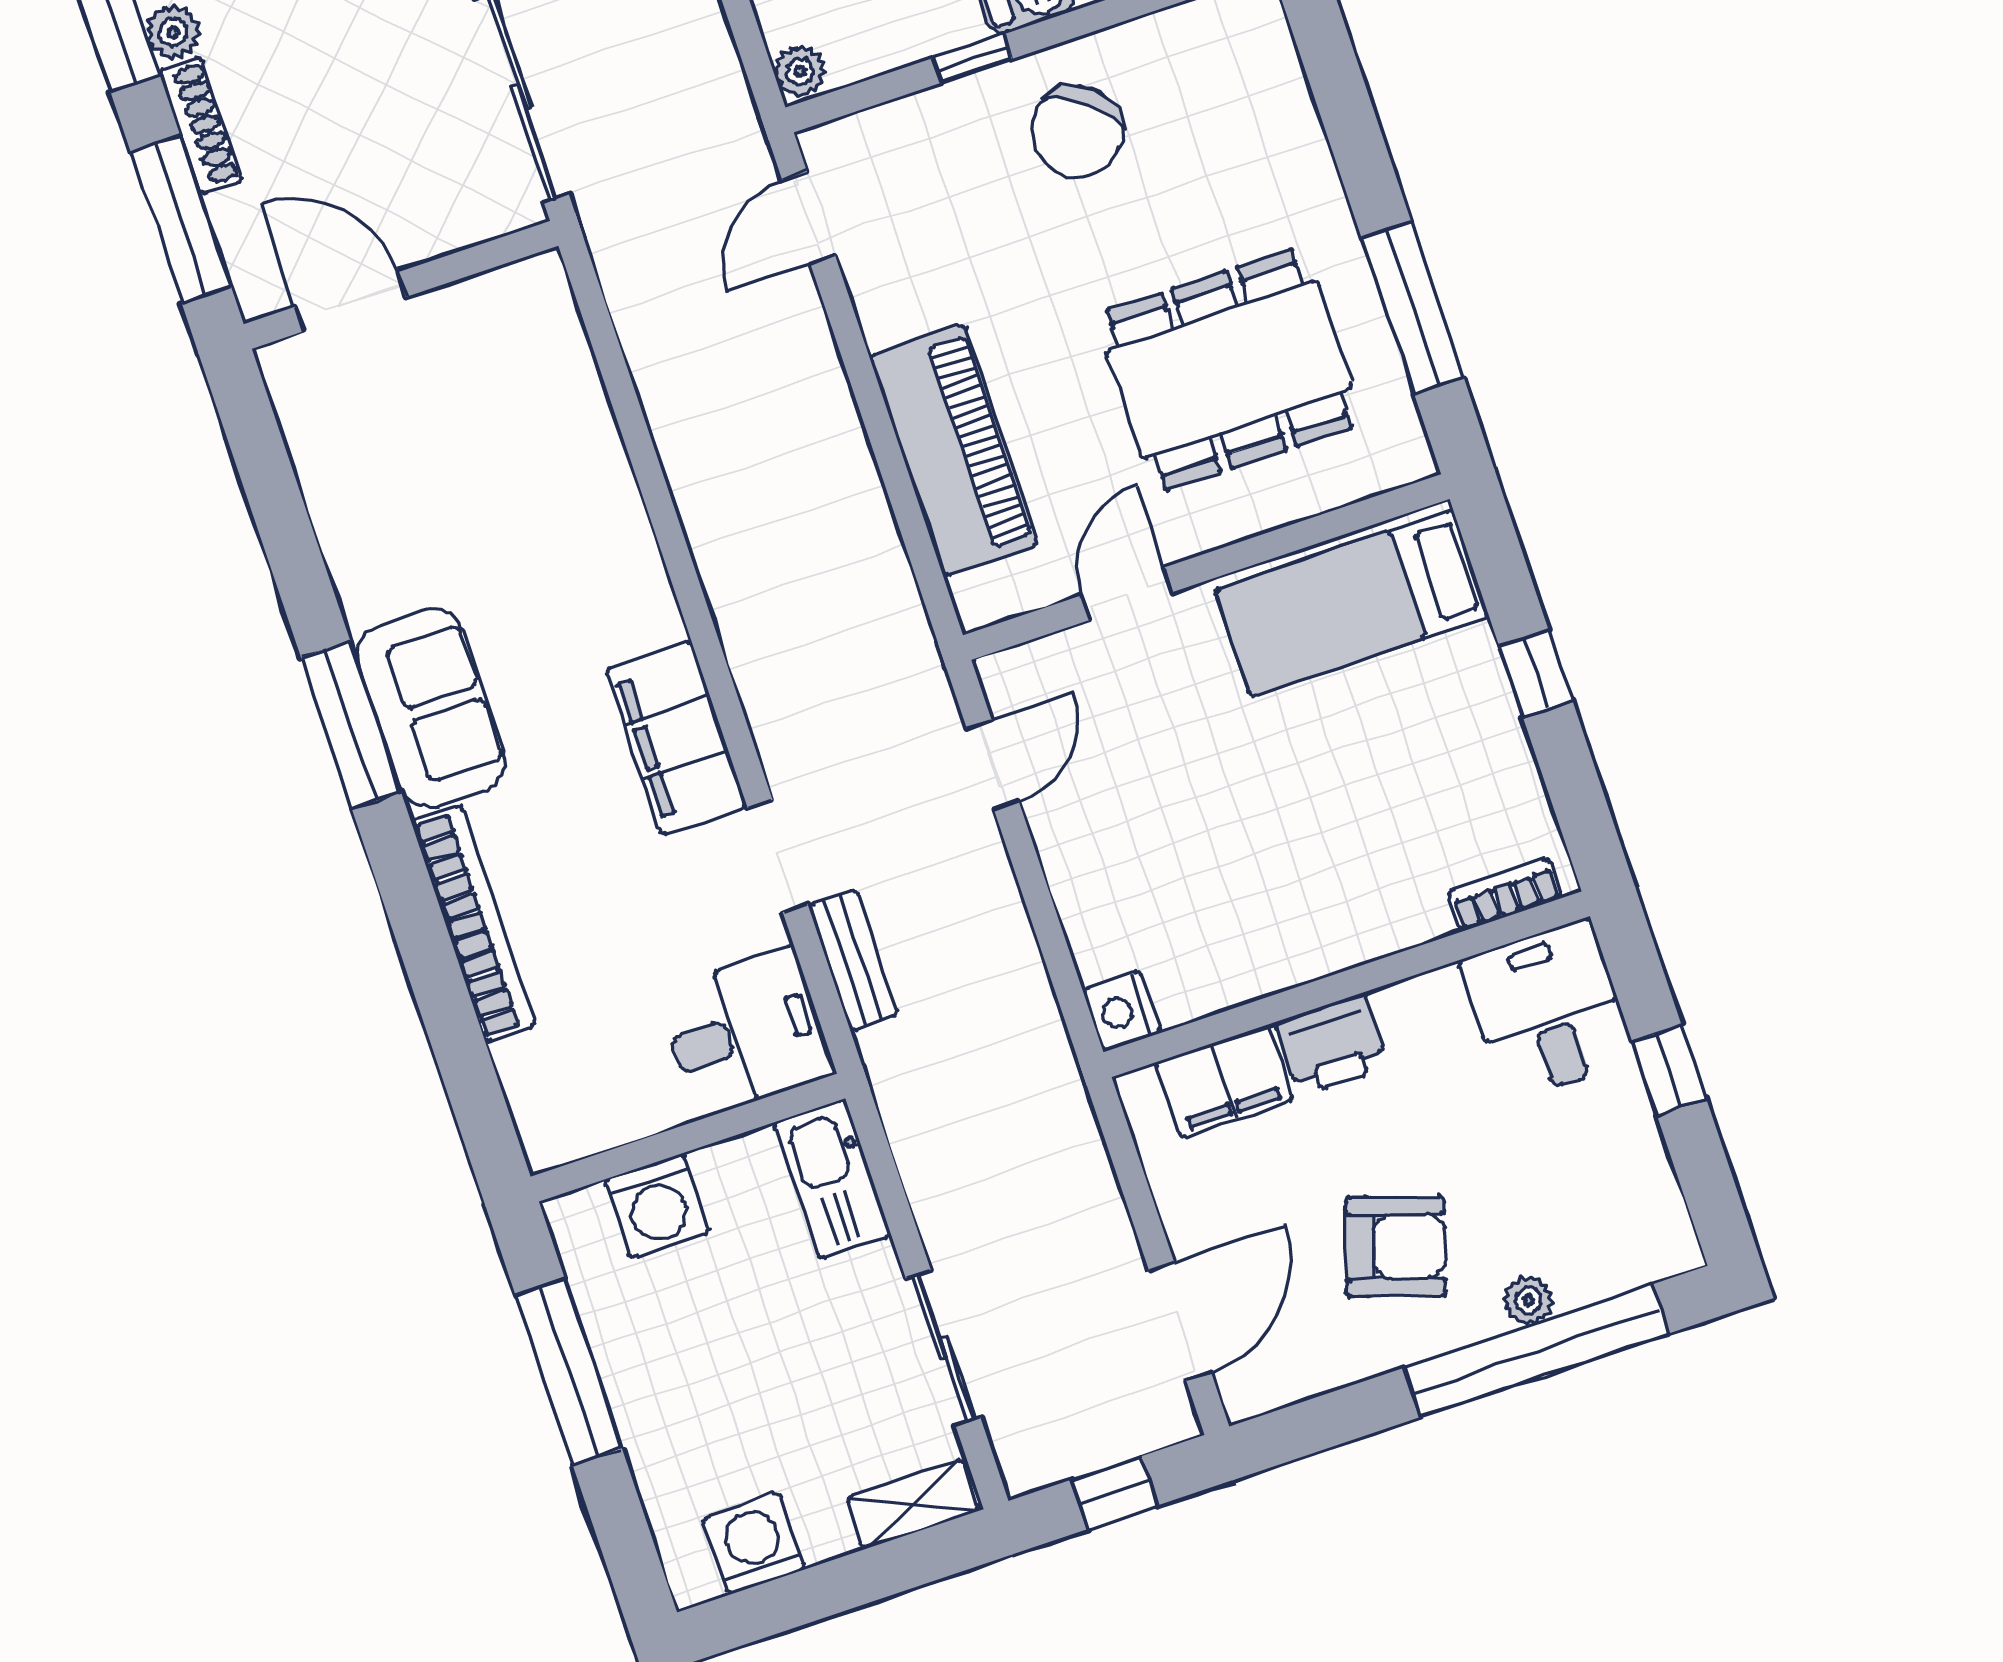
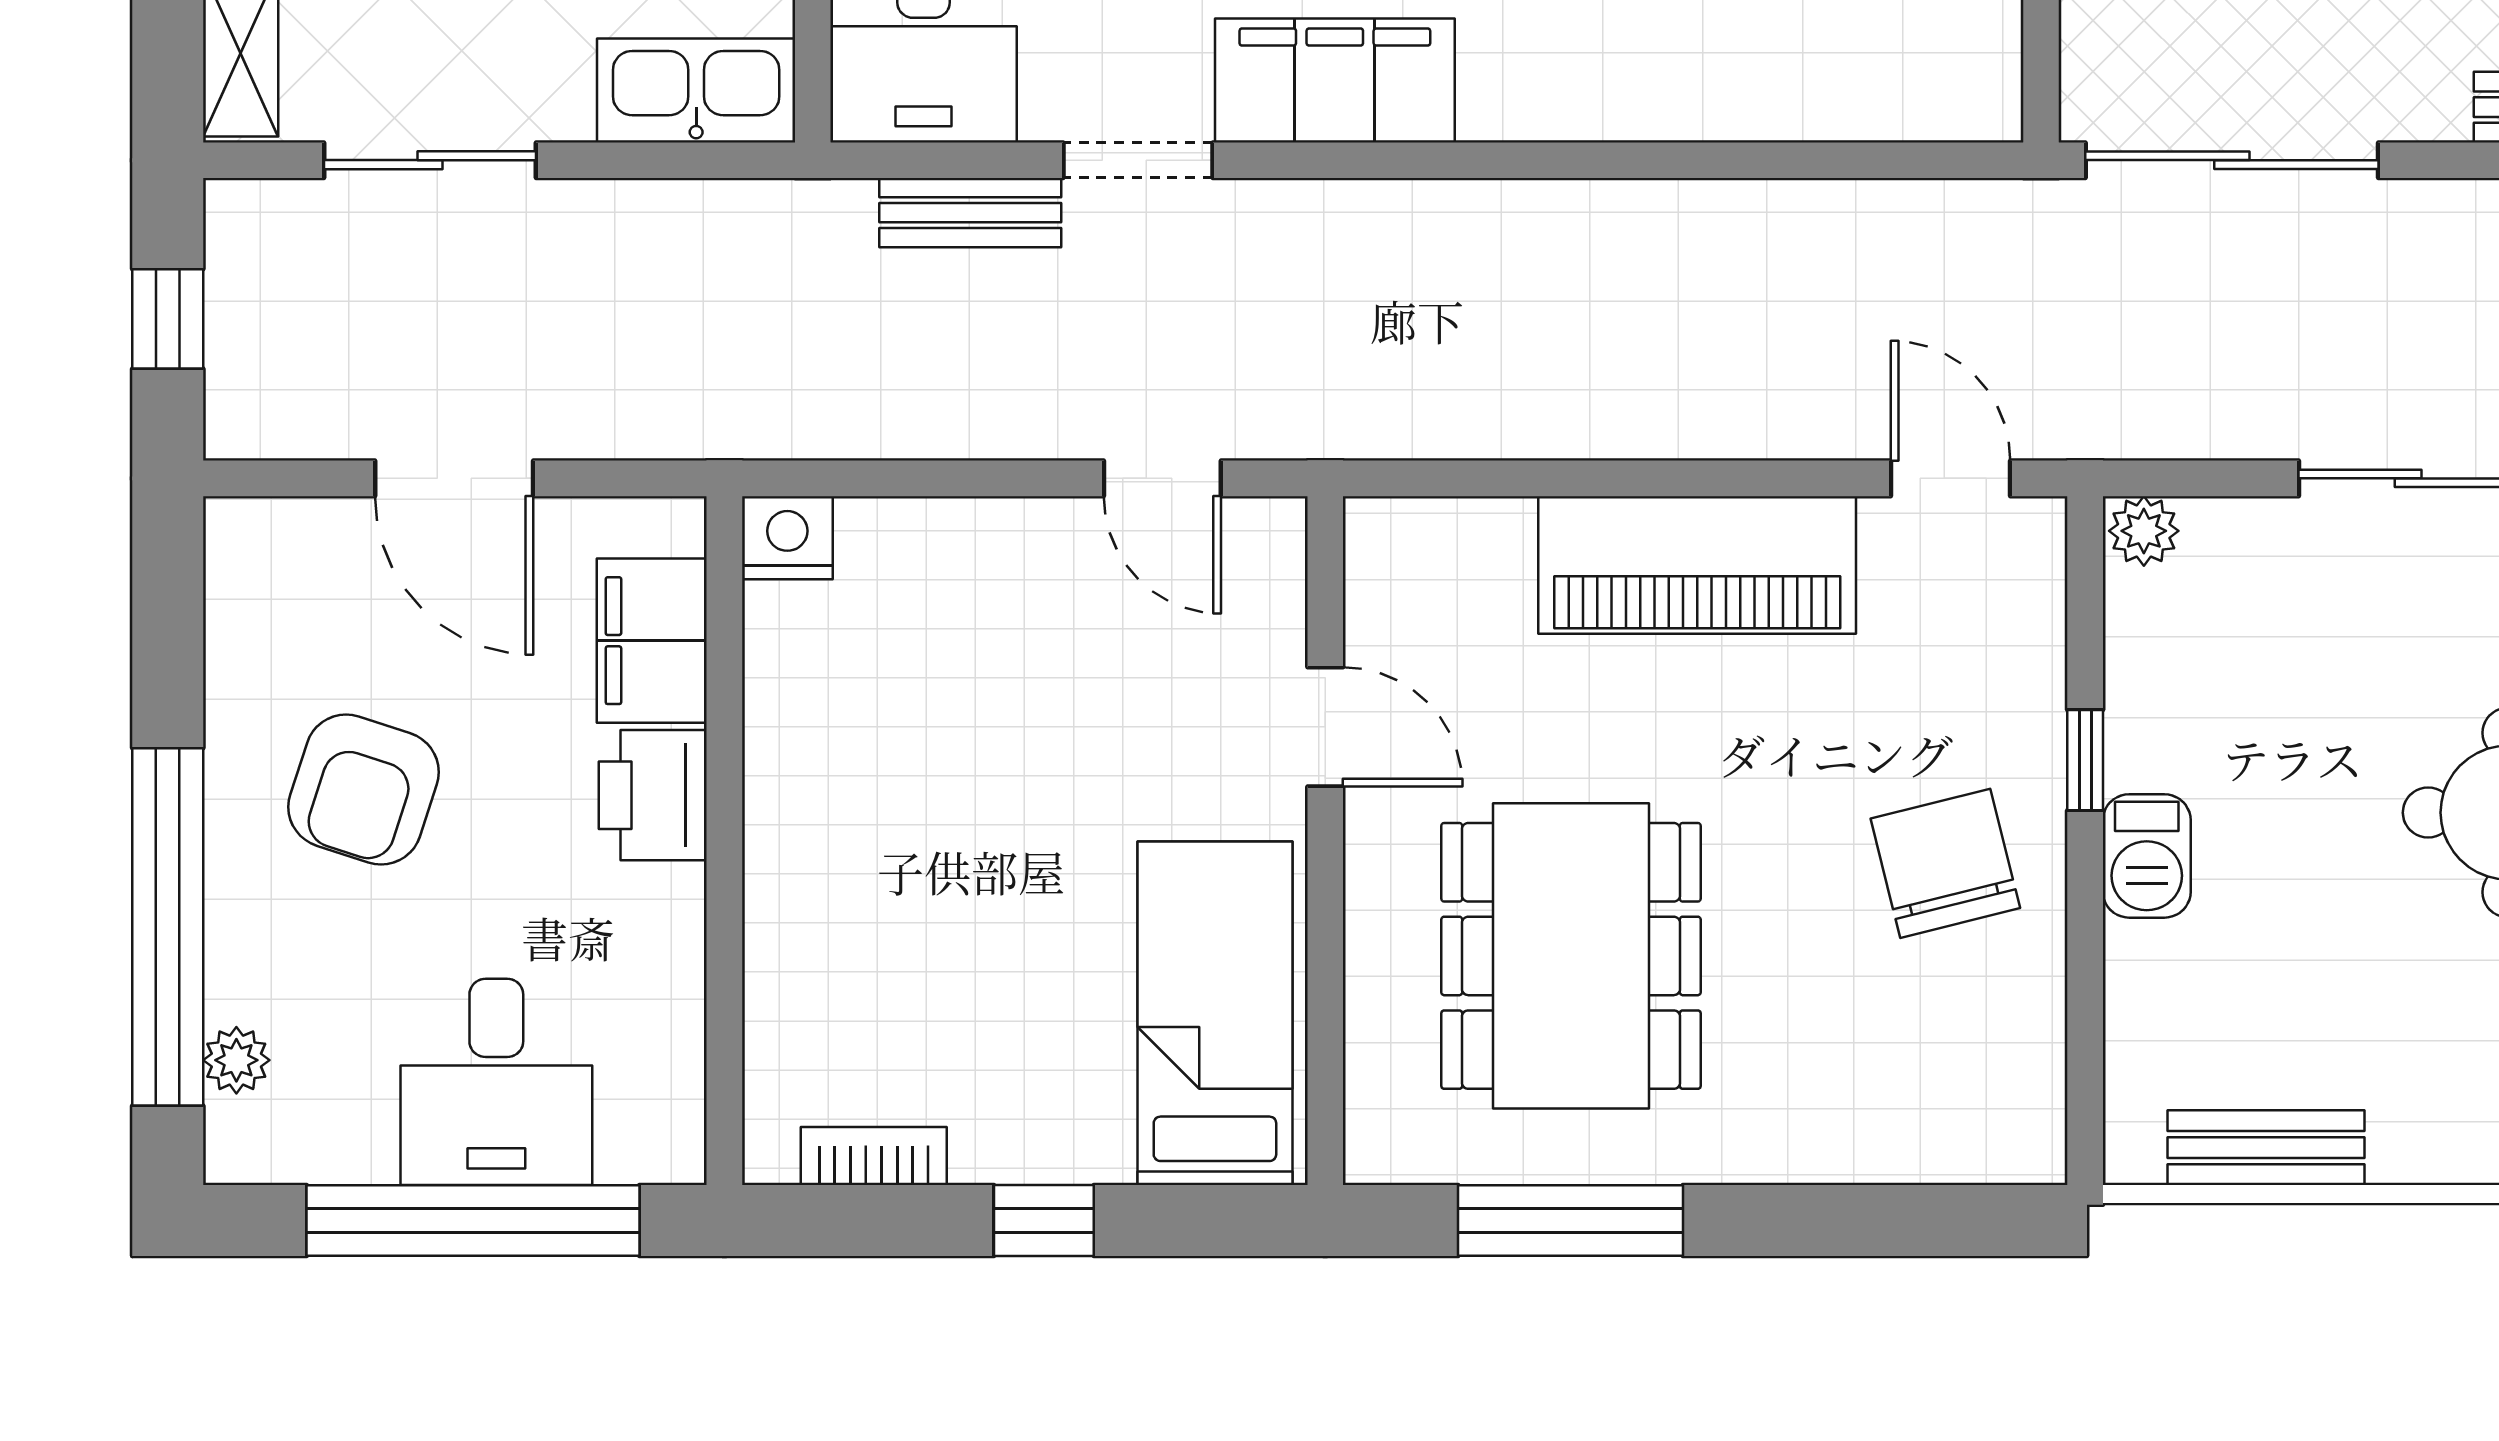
chair: (1077, 131) -> (1945, 863), turned 37
piano: (954, 450) -> (1697, 565), moved
bookcase: (1505, 895) -> (874, 1156), moved, turned -90
desk: (1548, 1010) -> (496, 1082), moved, turned 90
window: (1669, 1070) -> (473, 1221), width x3.17
plant: (1528, 1300) -> (236, 1060), moved
door: (1180, 1321) -> (454, 478), moved

